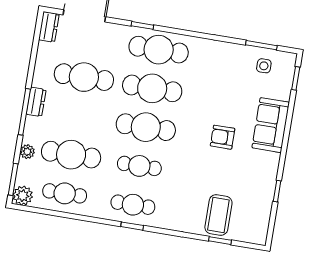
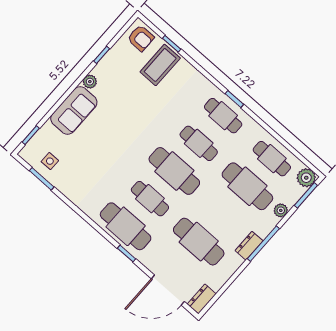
cafe table: (152, 88) -> (150, 199), width x0.73, depth x0.74
armchair: (223, 137) -> (141, 38), moved
plant: (273, 160) -> (90, 82), added

